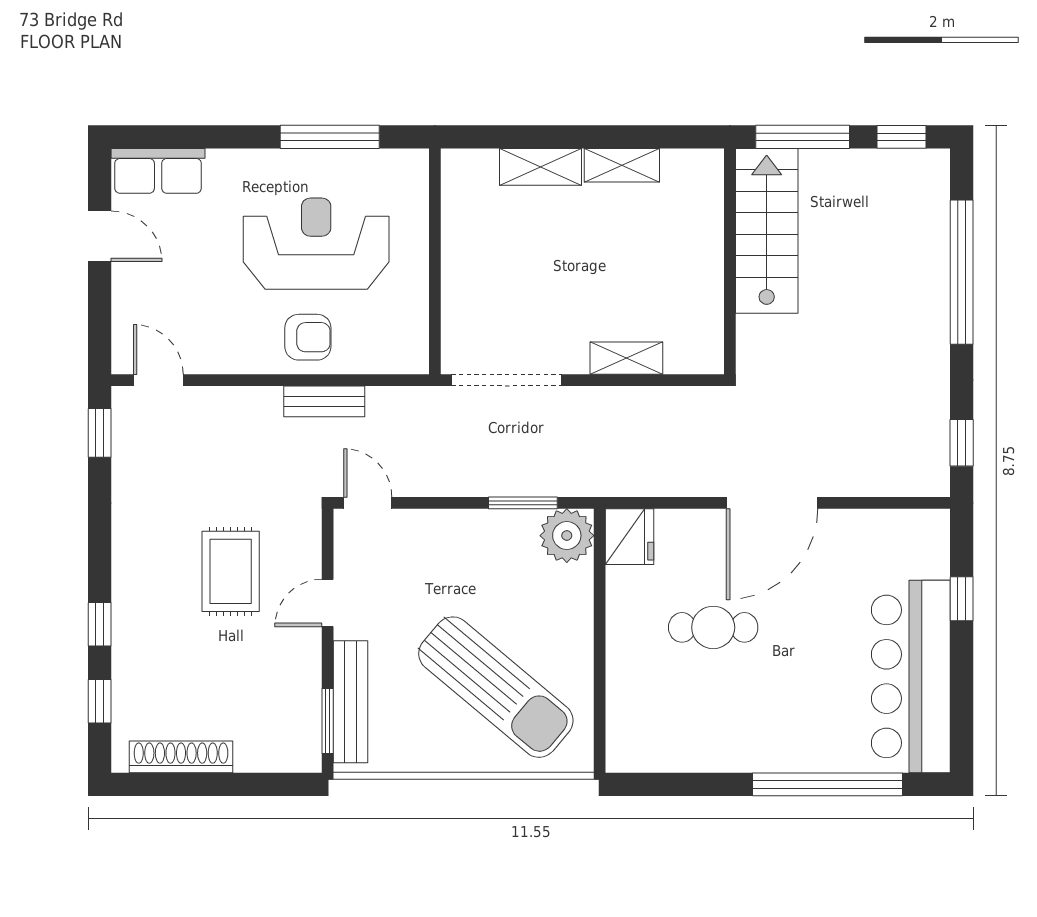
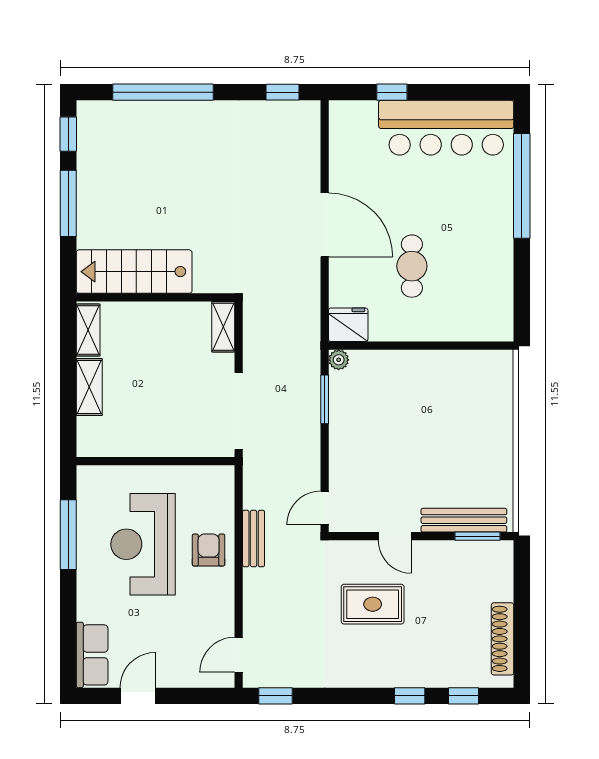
stairs: (767, 231) -> (134, 272), moved
wall: (730, 261) -> (155, 297), moved
plant: (567, 536) -> (339, 360), width x0.53, depth x0.53
sun lounger: (496, 687) -> (454, 418), removed

